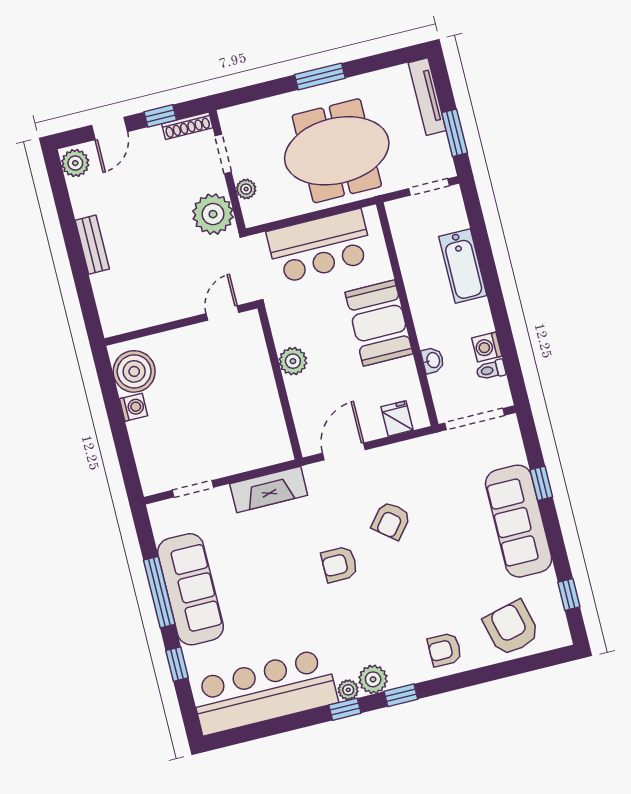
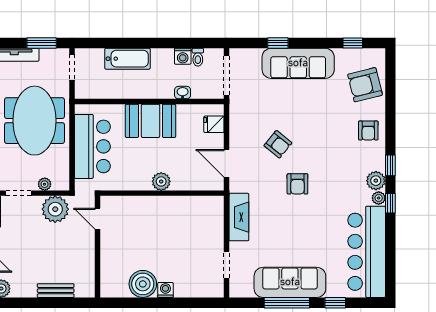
door: (223, 313) -> (97, 219), moved
wall: (181, 323) -> (97, 247), moved

